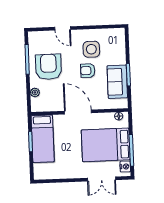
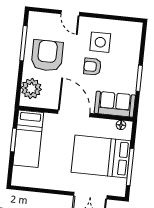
sofa: (117, 82) -> (115, 104), moved, turned 90
plant: (35, 92) -> (31, 89), width x1.88, depth x1.88
nightstand: (125, 167) -> (120, 185), removed

